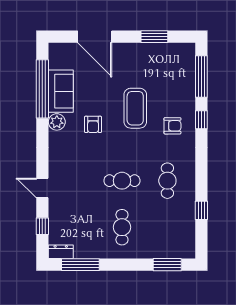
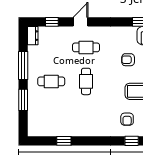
plant: (57, 122) -> (130, 33), removed
cafe table: (167, 181) -> (86, 47), moved
window: (80, 265) -> (23, 66), moved
window: (167, 265) -> (23, 100), moved

